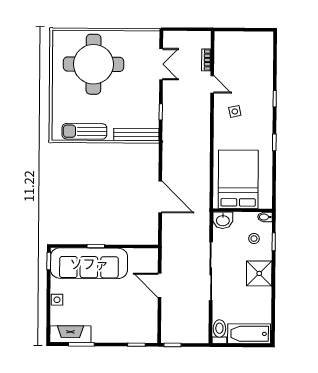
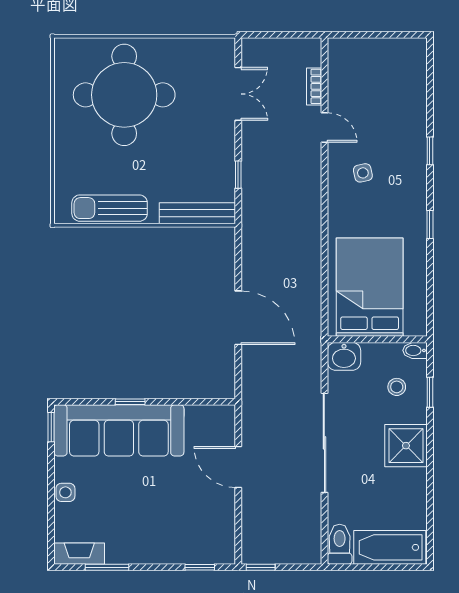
fireplace: (70, 334) -> (79, 554), width x0.73, depth x0.76

